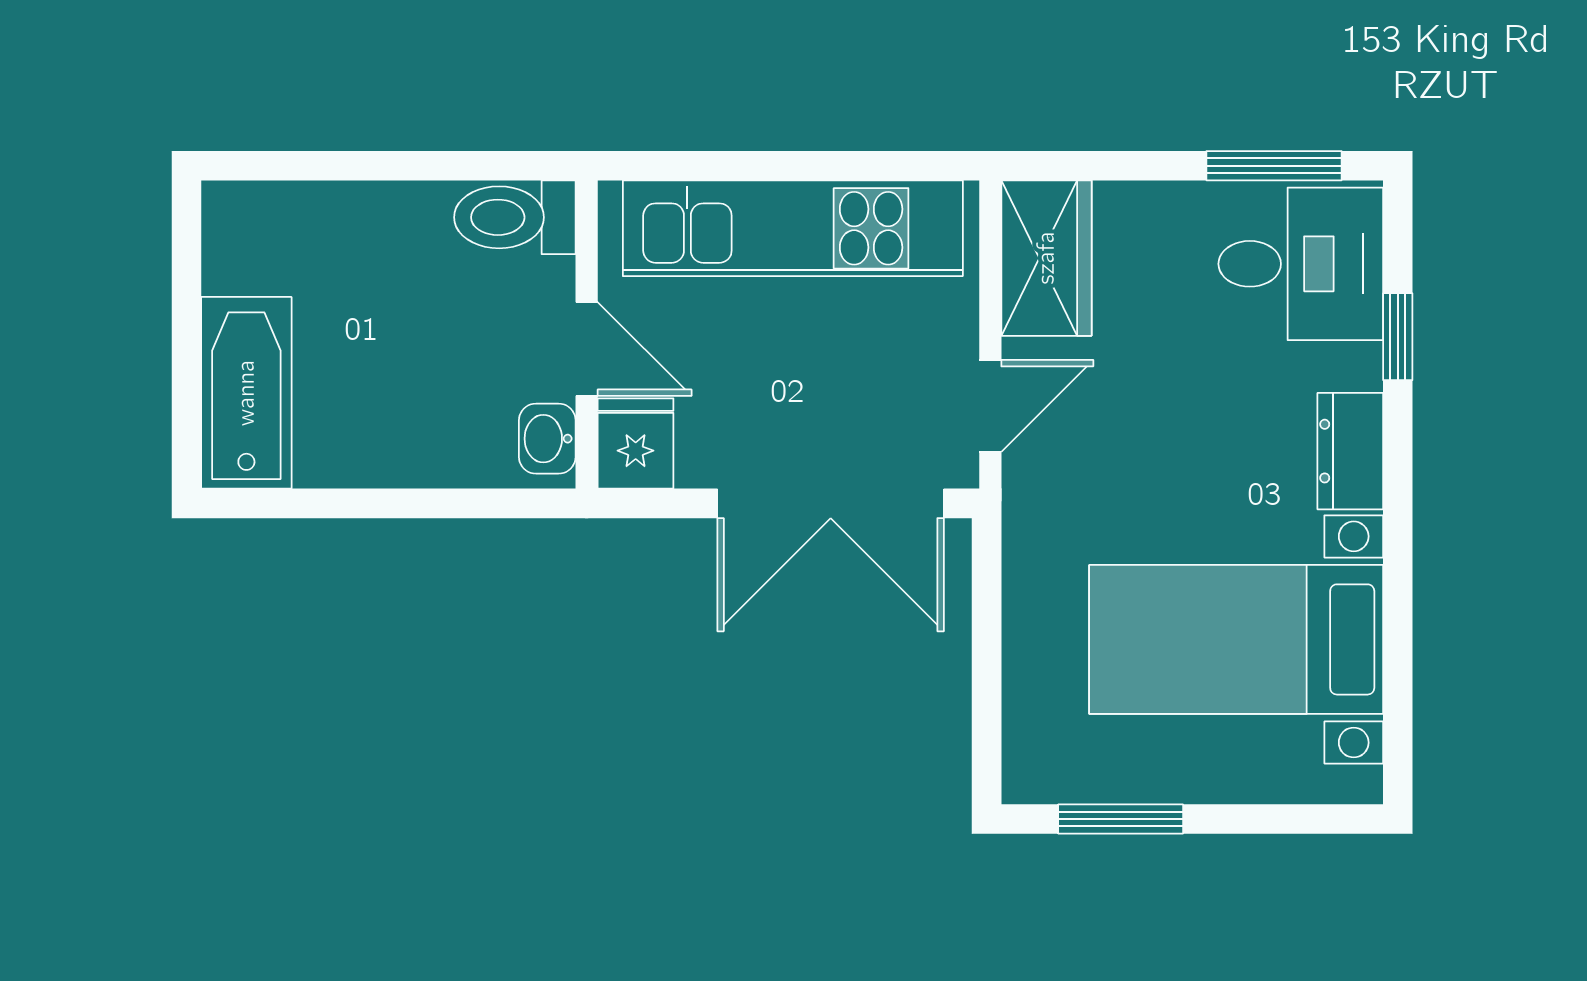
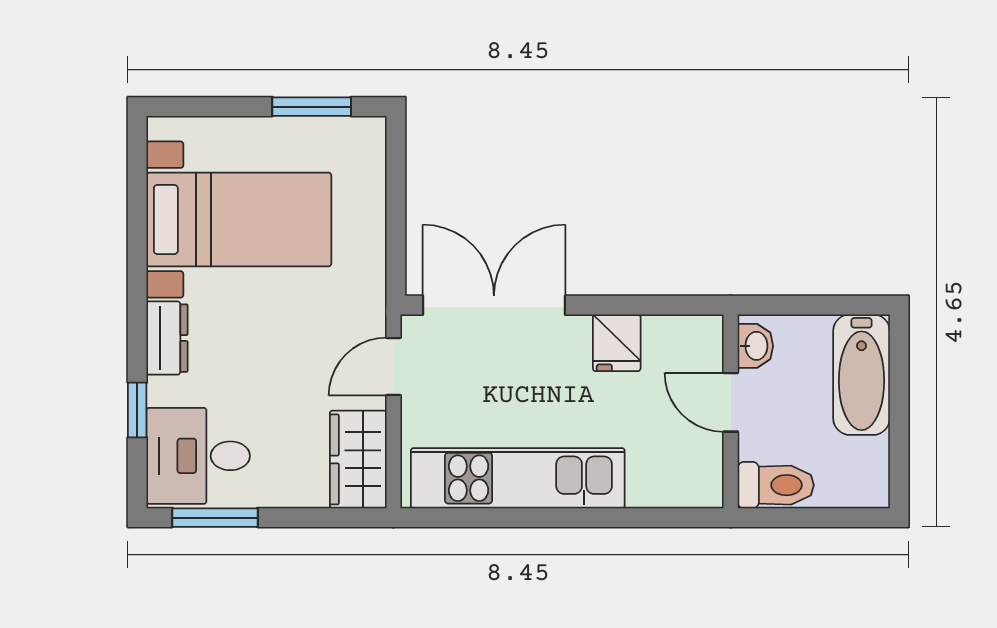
toilet: (515, 217) -> (776, 485), moved
wall: (587, 335) -> (731, 411), moved
door: (587, 349) -> (731, 402), moved
washbasin: (547, 439) -> (755, 346), moved

